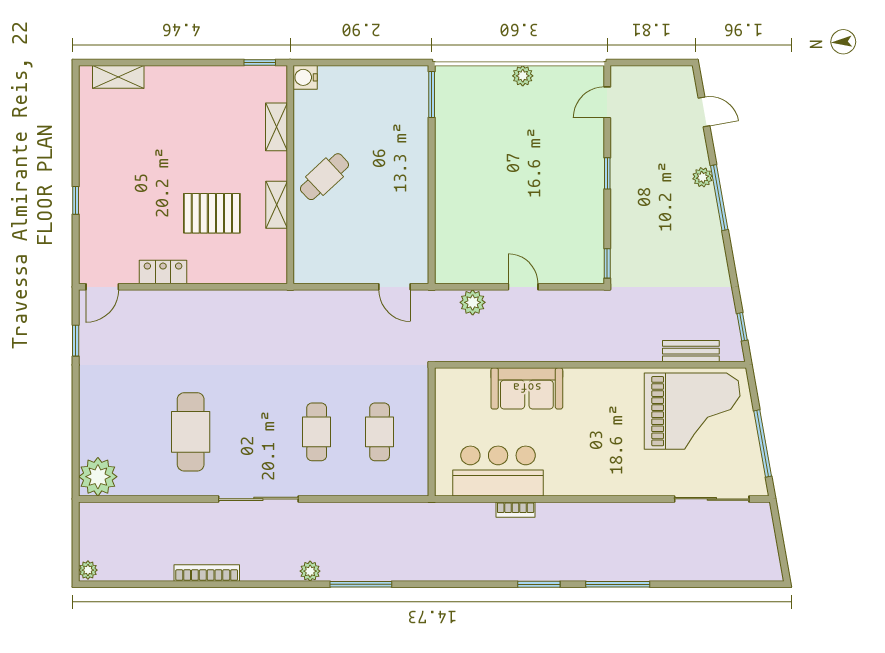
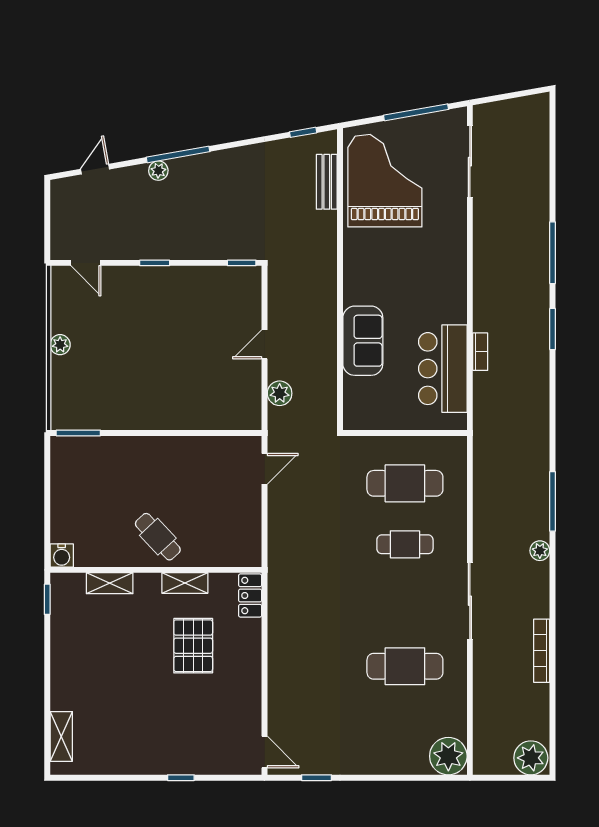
locker: (163, 272) -> (250, 596), moved
cafe table: (380, 432) -> (405, 483), width x1.37, depth x1.35
plant: (88, 570) -> (531, 758), width x1.87, depth x1.87

